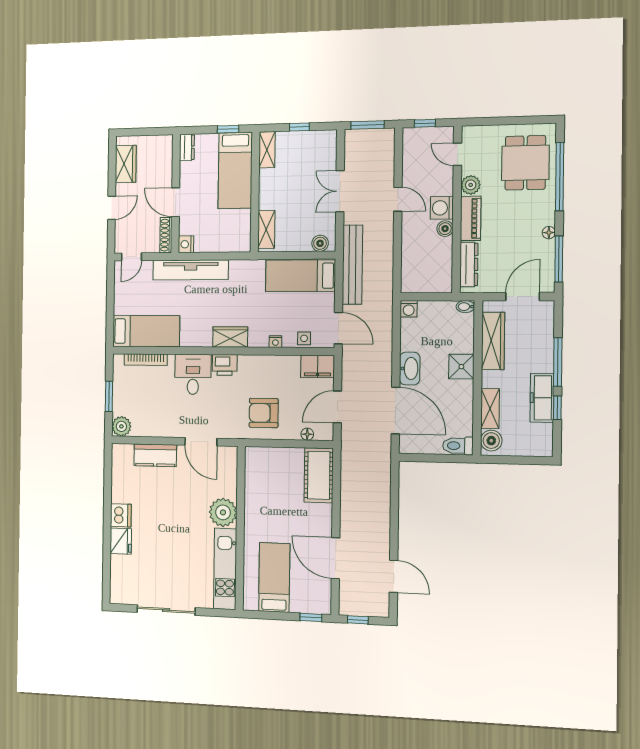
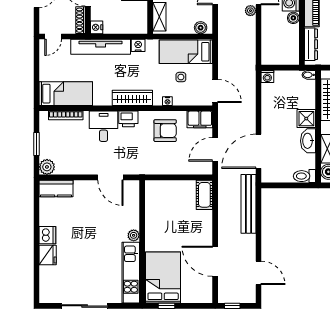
plant: (387, 219) -> (250, 11), added
bench: (352, 265) -> (248, 204), moved
nightstand: (238, 268) -> (138, 45), added
wardrobe: (230, 337) -> (132, 98), width x1.50
side table: (304, 338) -> (181, 77), moved
washbasin: (410, 369) -> (308, 141), moved, turned 180
door: (395, 411) -> (259, 151), swing flipped
armchair: (264, 413) -> (165, 131), moved, turned 180
floor lamp: (307, 434) -> (193, 170), removed
kitchen counter: (155, 455) -> (56, 188), moved
cot: (319, 475) -> (204, 195), width x0.73, depth x0.75
plant: (223, 512) -> (134, 235), width x0.53, depth x0.53
bed: (274, 577) -> (163, 278), width x1.50
window: (311, 617) -> (166, 306), moved

